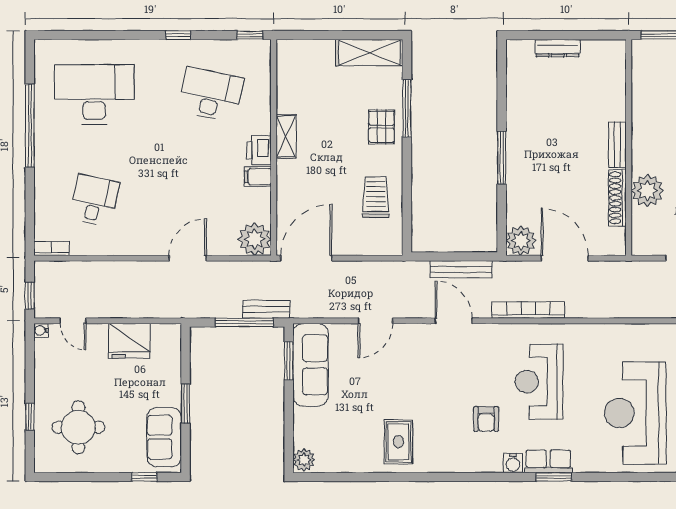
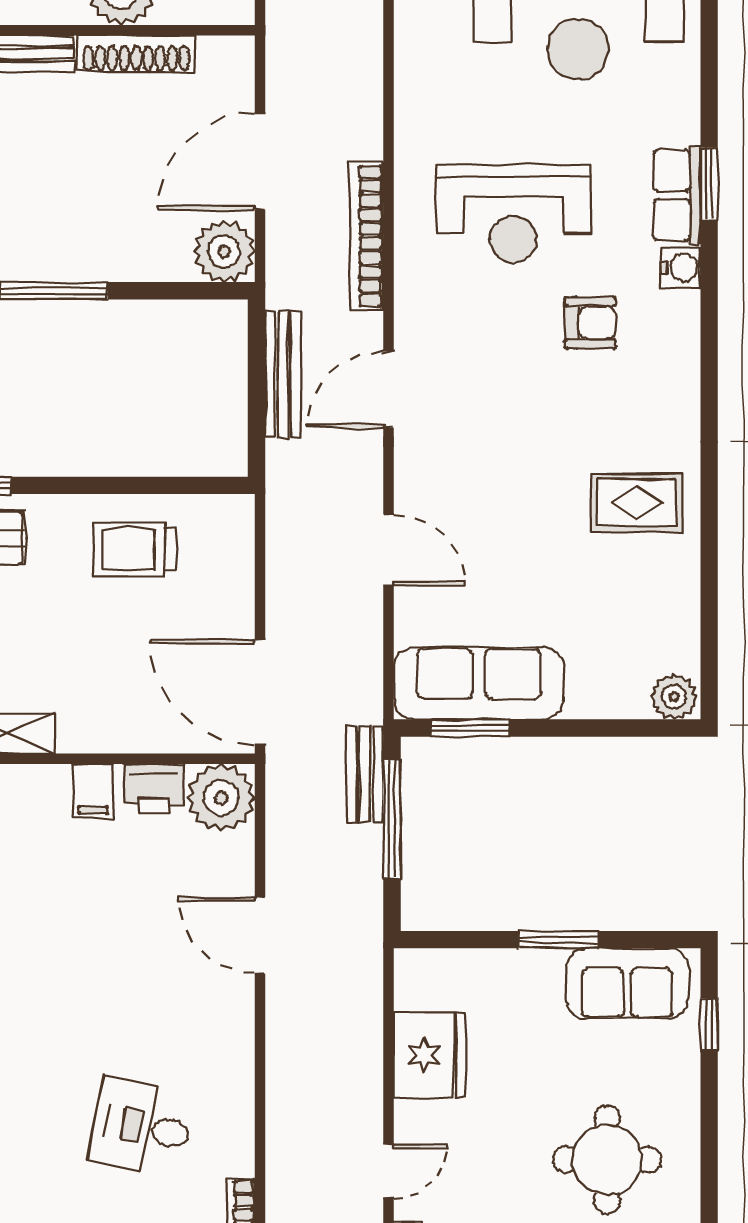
printer: (259, 150) -> (154, 789), moved

